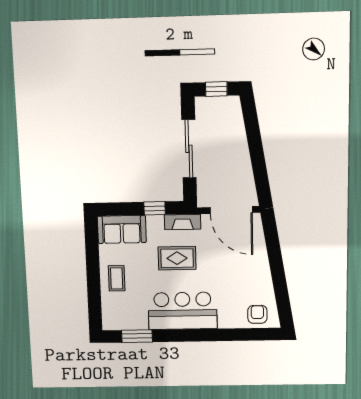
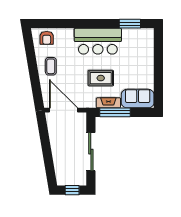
window: (155, 208) -> (115, 112), width x2.17
fireplace: (182, 222) -> (108, 103), moved
coffee table: (117, 278) -> (51, 66), moved

